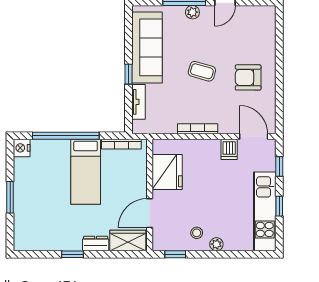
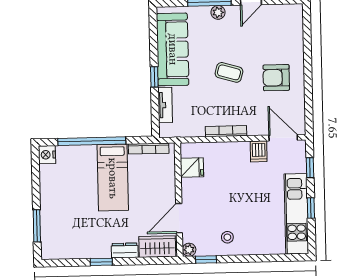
fridge: (167, 172) -> (192, 168), width x0.53, depth x0.75
window: (10, 197) -> (37, 226), moved
plant: (216, 244) -> (189, 250), moved

